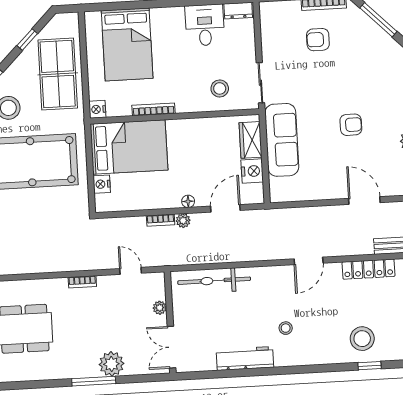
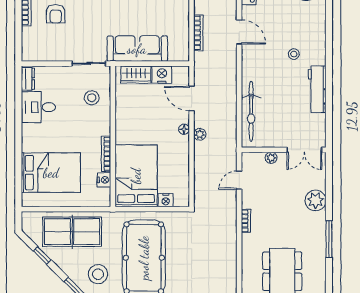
nightstand: (97, 109) -> (104, 180), moved, turned -90
bookcase: (161, 220) -> (198, 33), moved, width x1.56
window: (94, 381) -> (329, 239), moved

